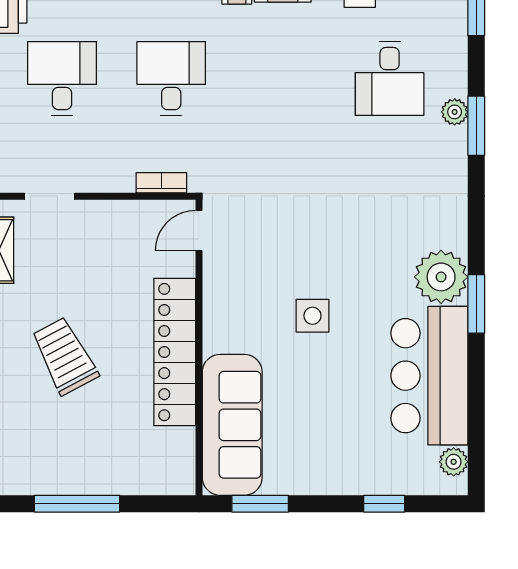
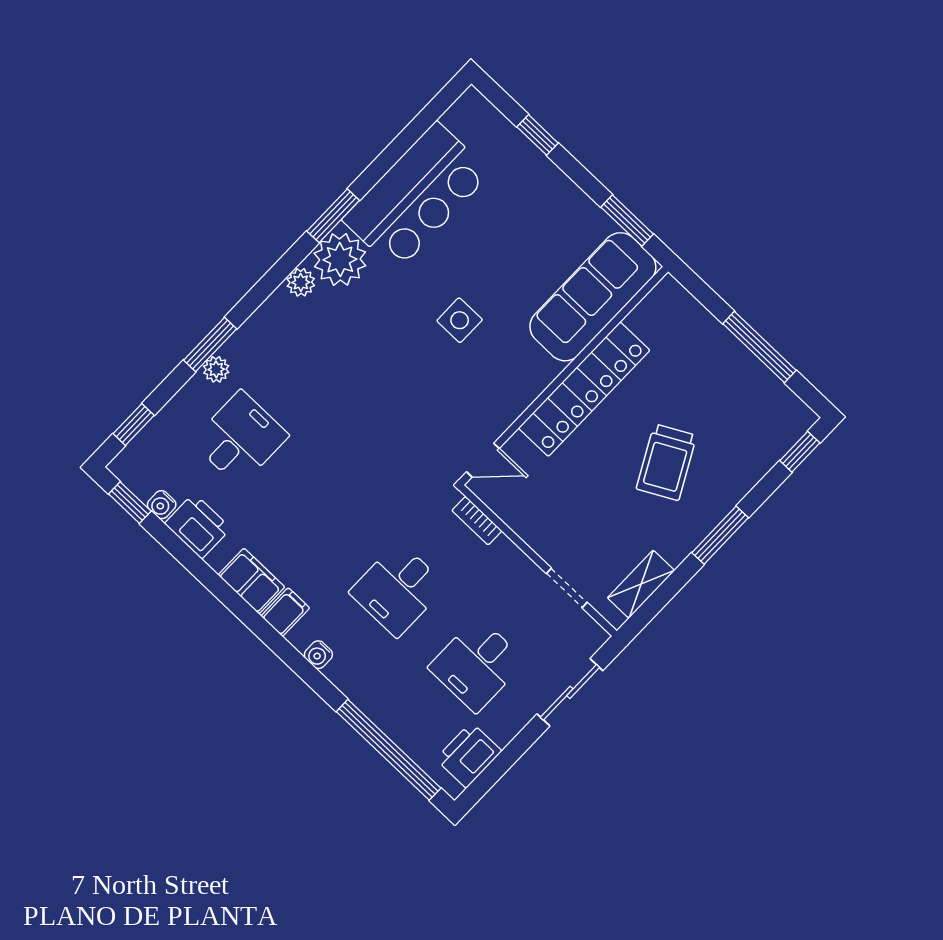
plant: (454, 462) -> (301, 282), moved

